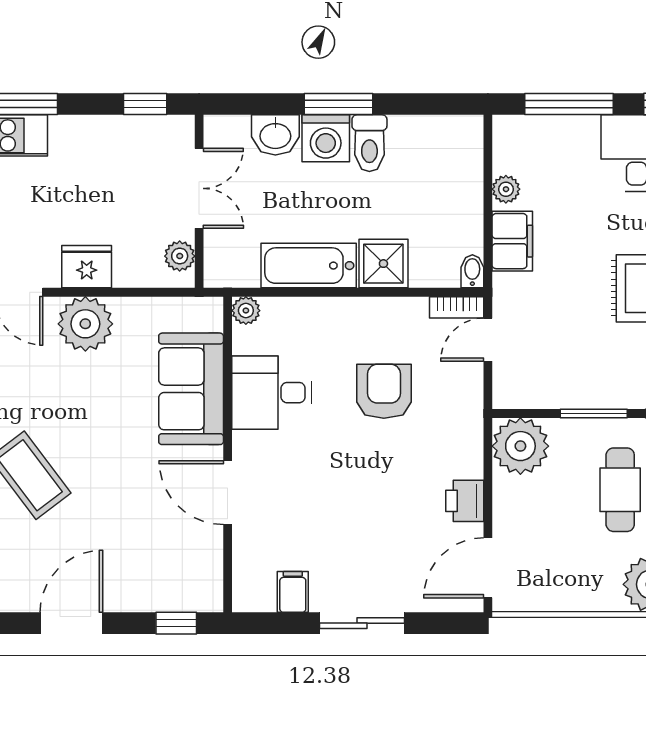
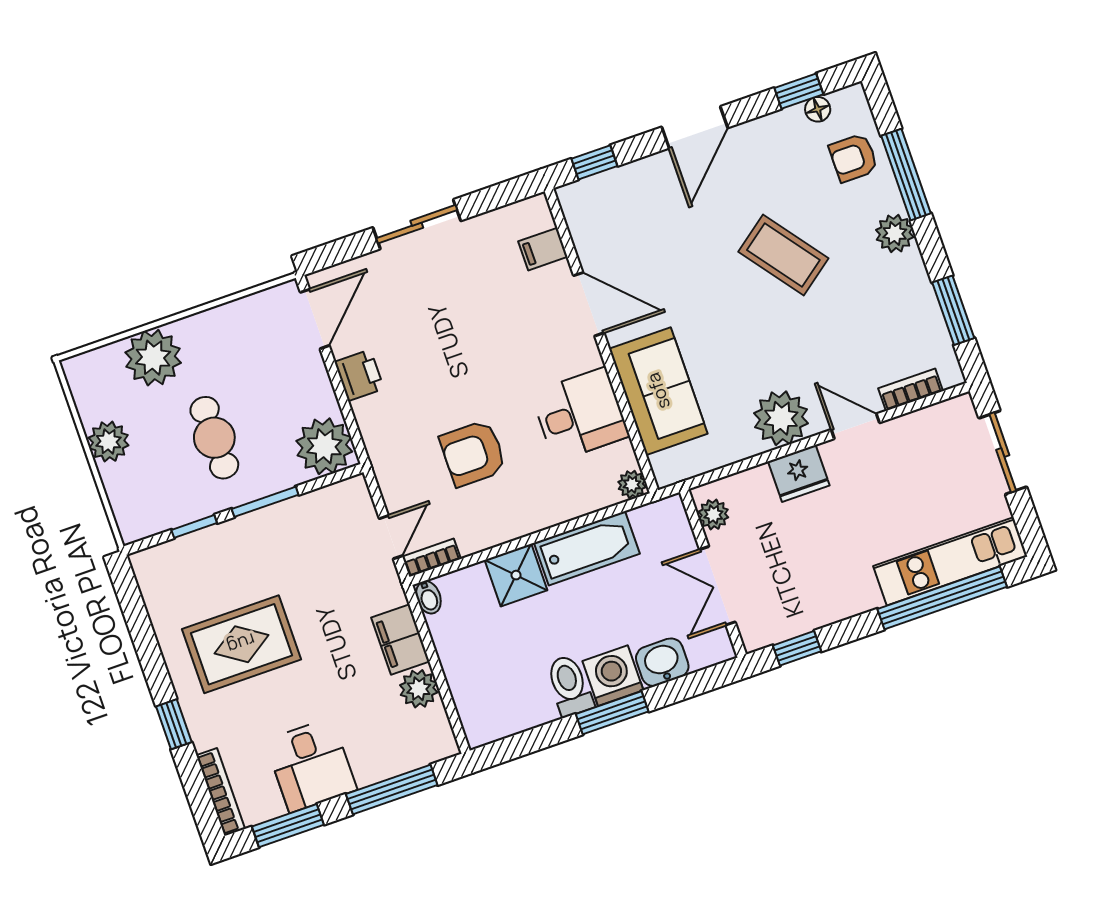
plant: (506, 189) -> (419, 689), width x1.38, depth x1.38
armchair: (384, 391) -> (473, 453), turned 90
filing cabinet: (293, 592) -> (543, 249), moved, turned 90

